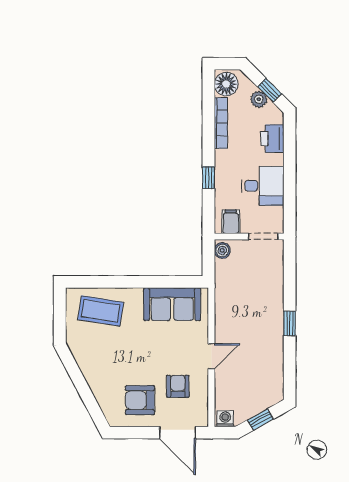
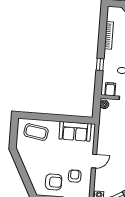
floor lamp: (226, 84) -> (113, 15), removed
armchair: (140, 400) -> (54, 182), turned 180

